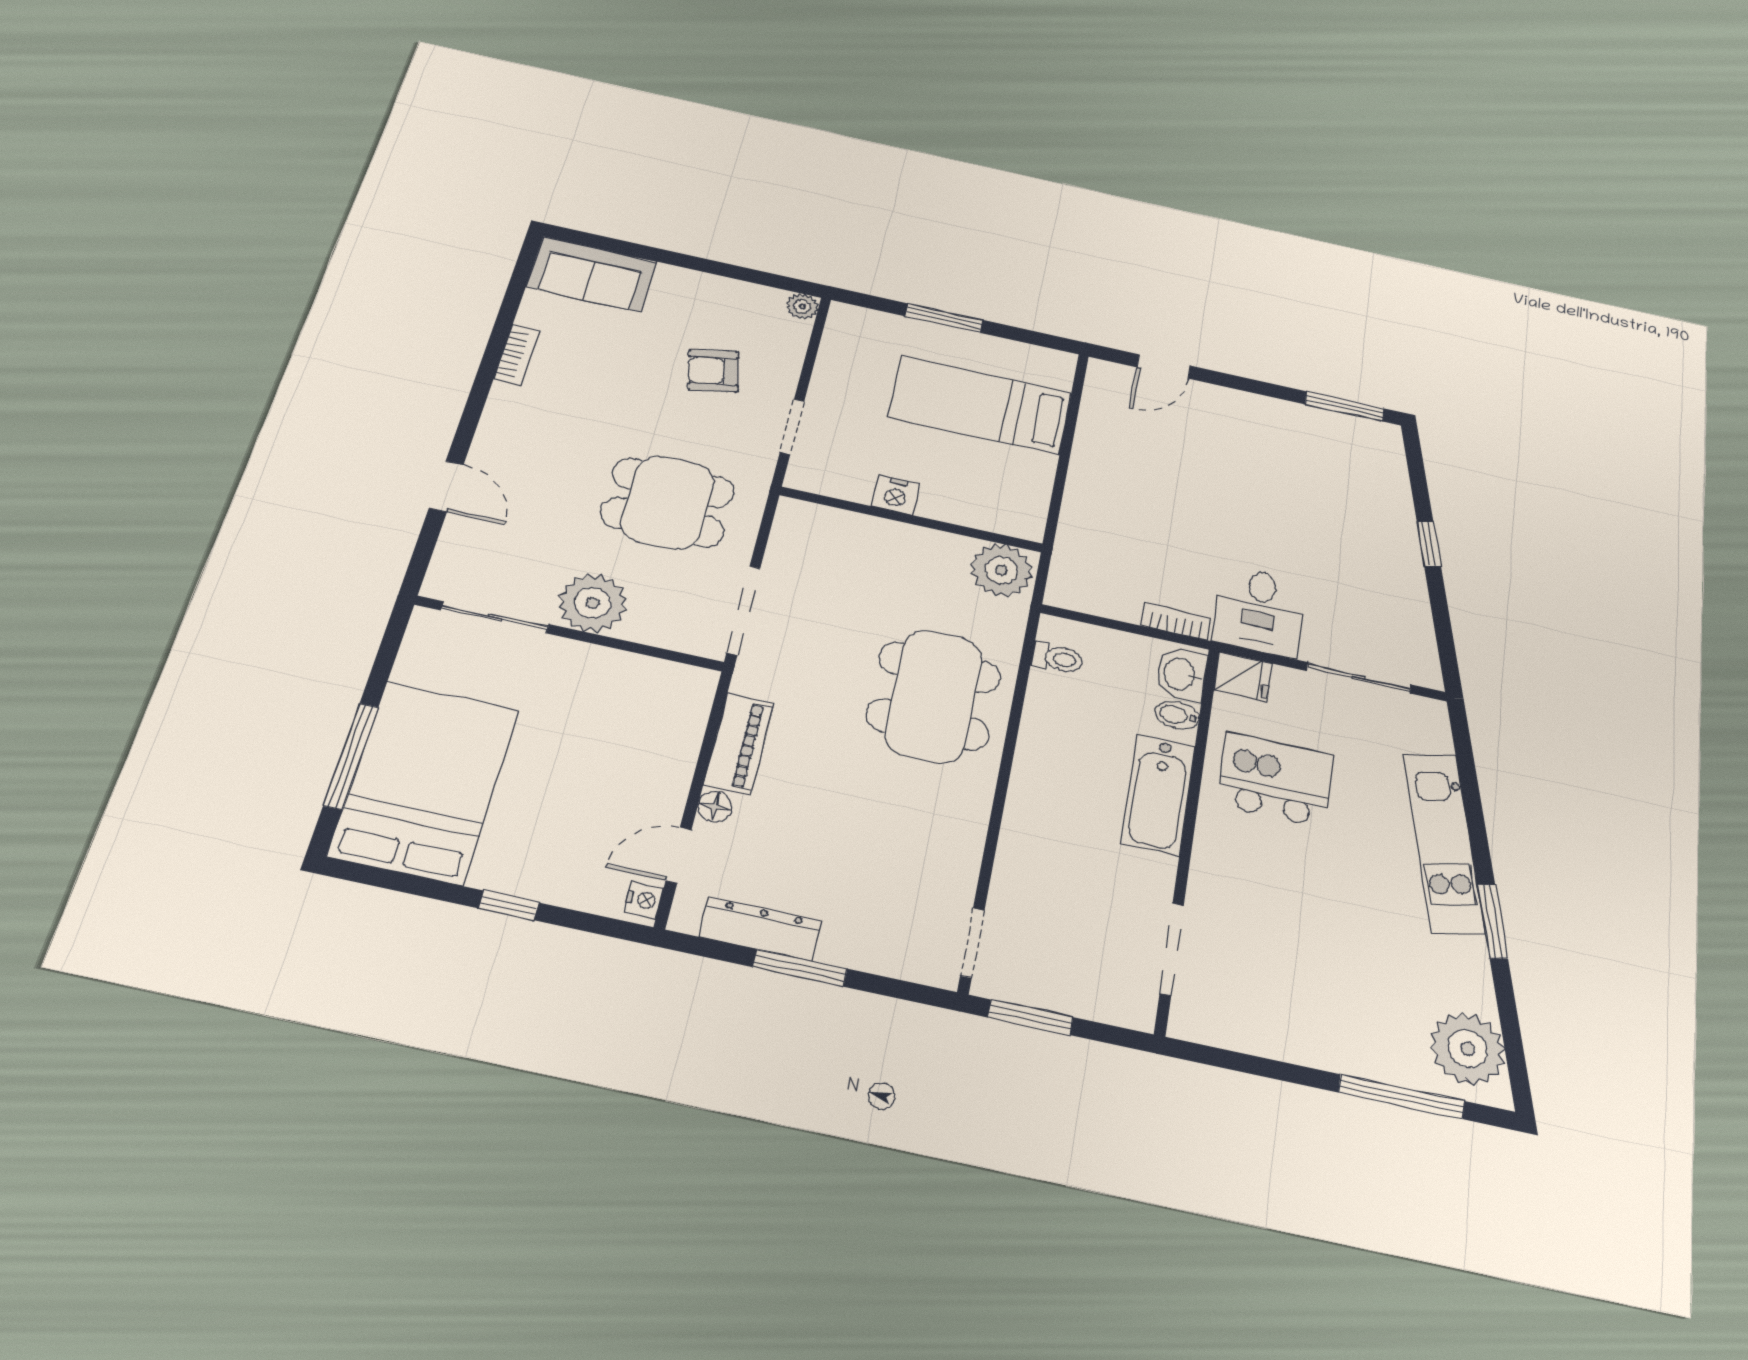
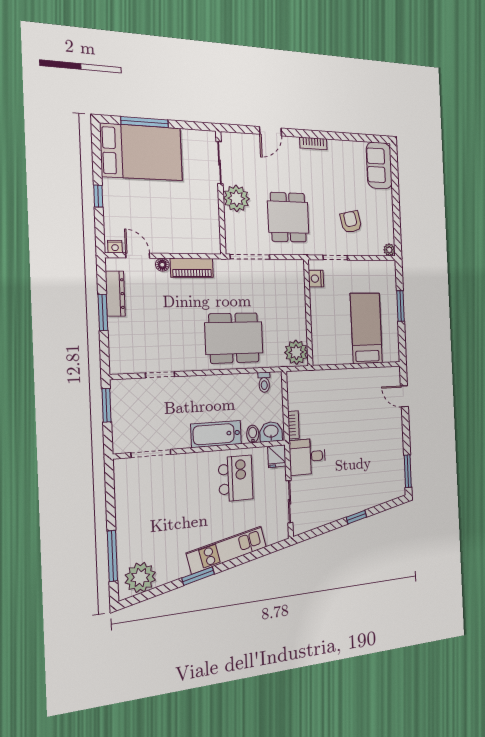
bookcase: (517, 355) -> (313, 143), moved
nightstand: (895, 495) -> (316, 279), moved
doorway: (972, 943) -> (160, 375), moved

